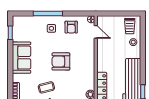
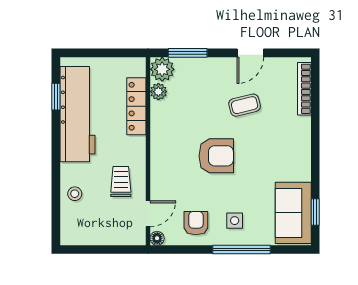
trolley: (130, 26) -> (121, 182), moved
door: (96, 32) -> (148, 214), swing flipped
sofa: (21, 58) -> (293, 213), moved

